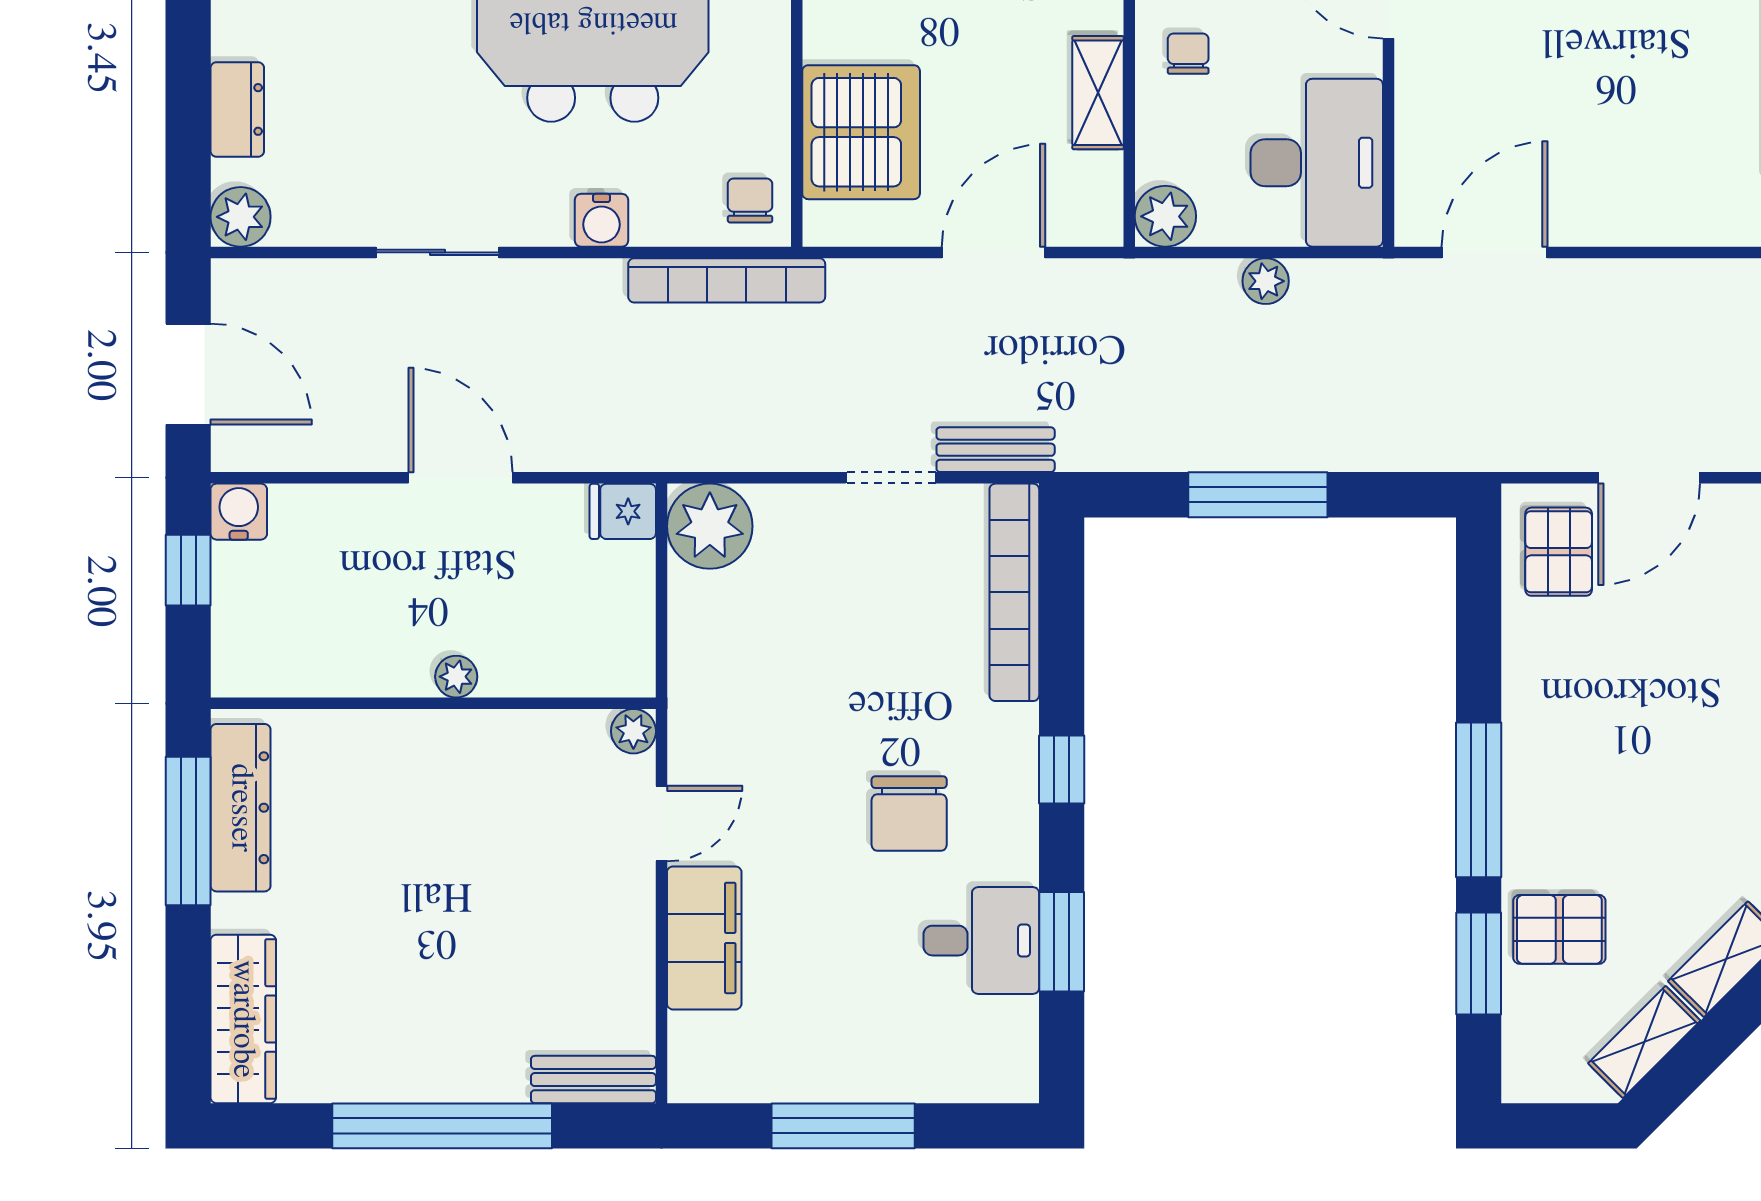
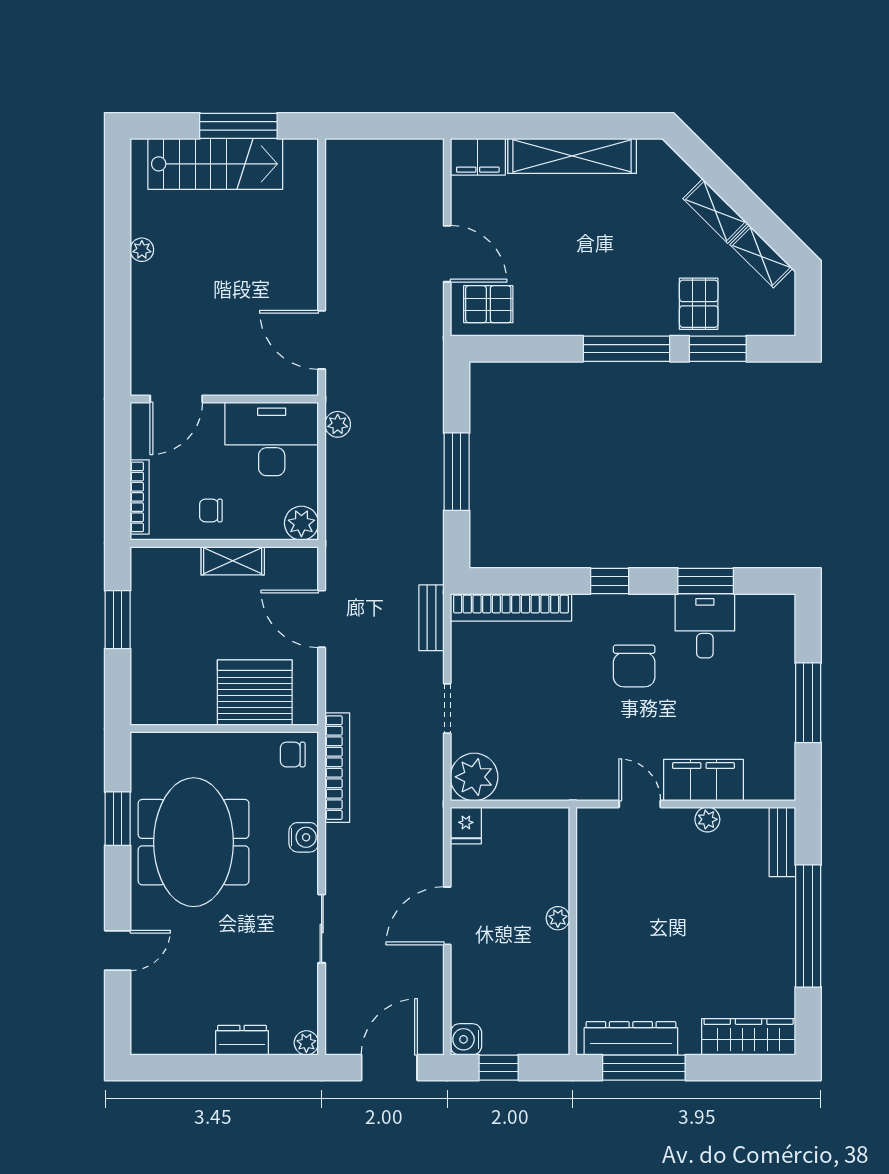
plant: (241, 217) -> (306, 1043), width x0.73, depth x0.73
plant: (1266, 281) -> (338, 424), moved
doorway: (891, 478) -> (447, 708), moved
plant: (633, 731) -> (707, 819), moved
chair: (909, 814) -> (634, 666), turned 90

